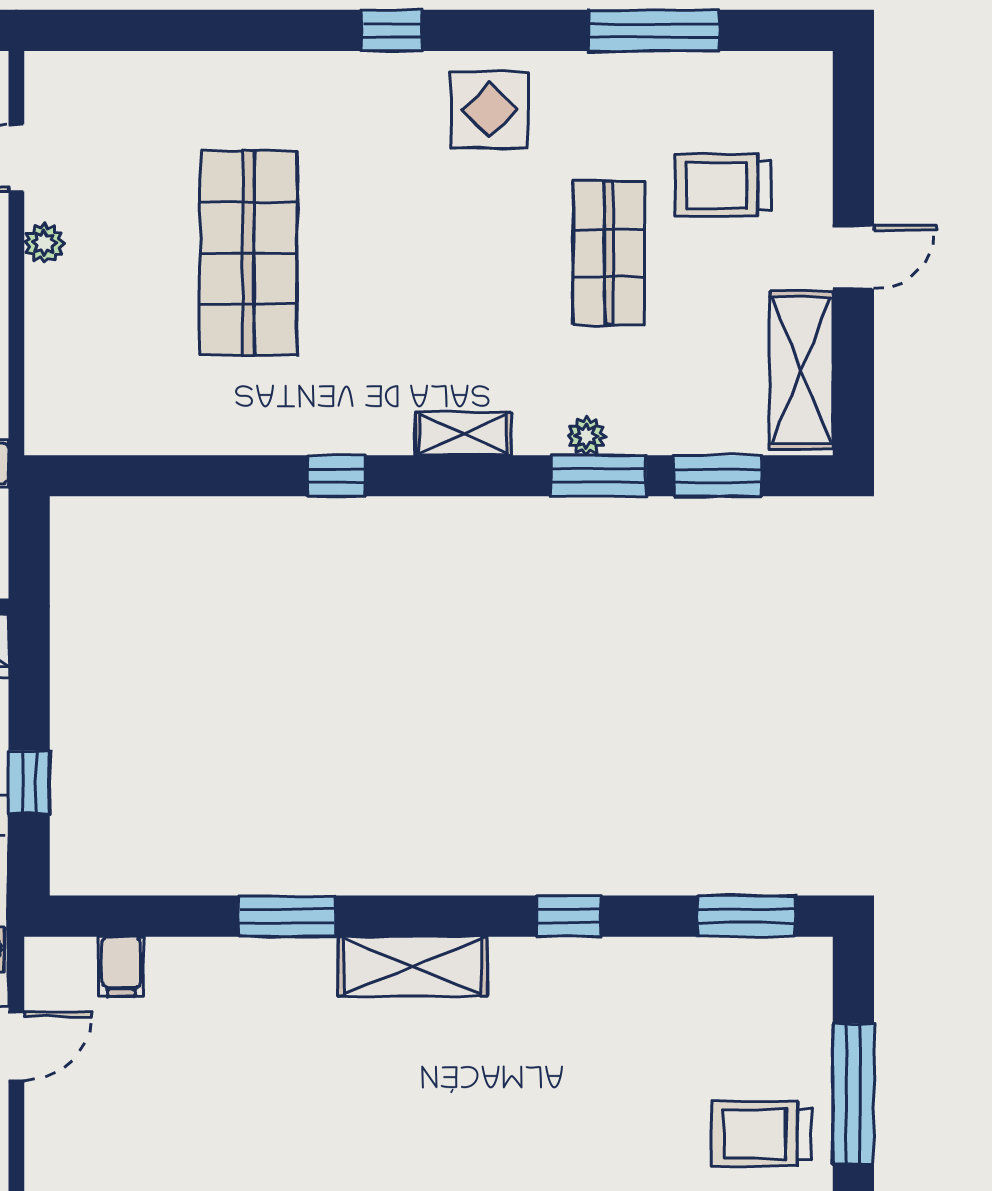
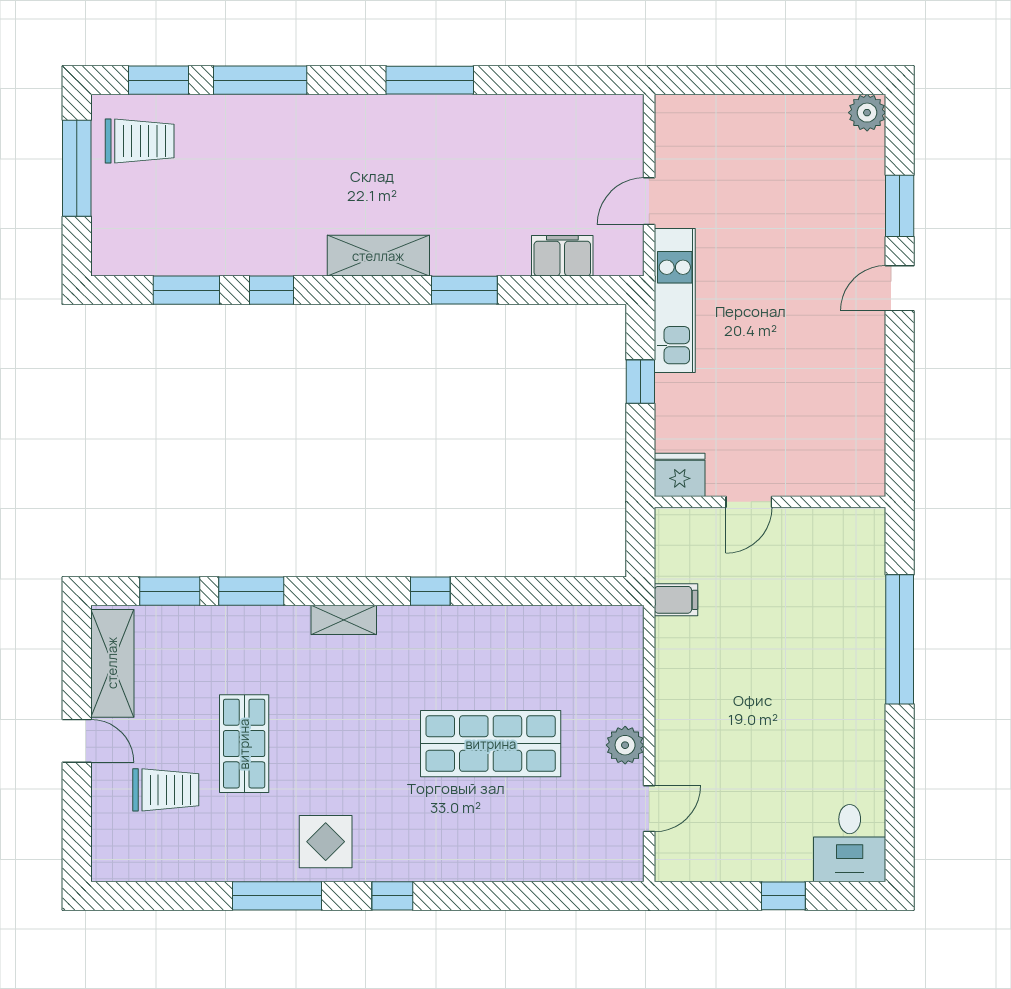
window: (654, 30) -> (277, 896), moved
plant: (44, 243) -> (625, 745), width x1.38, depth x1.38
shop shelf: (248, 253) -> (491, 744), turned 90
door: (853, 257) -> (77, 741), swing flipped
plant: (586, 436) -> (259, 618), removed
window: (746, 916) -> (186, 290), moved
filing cabinet: (121, 966) -> (562, 256), width x2.00

